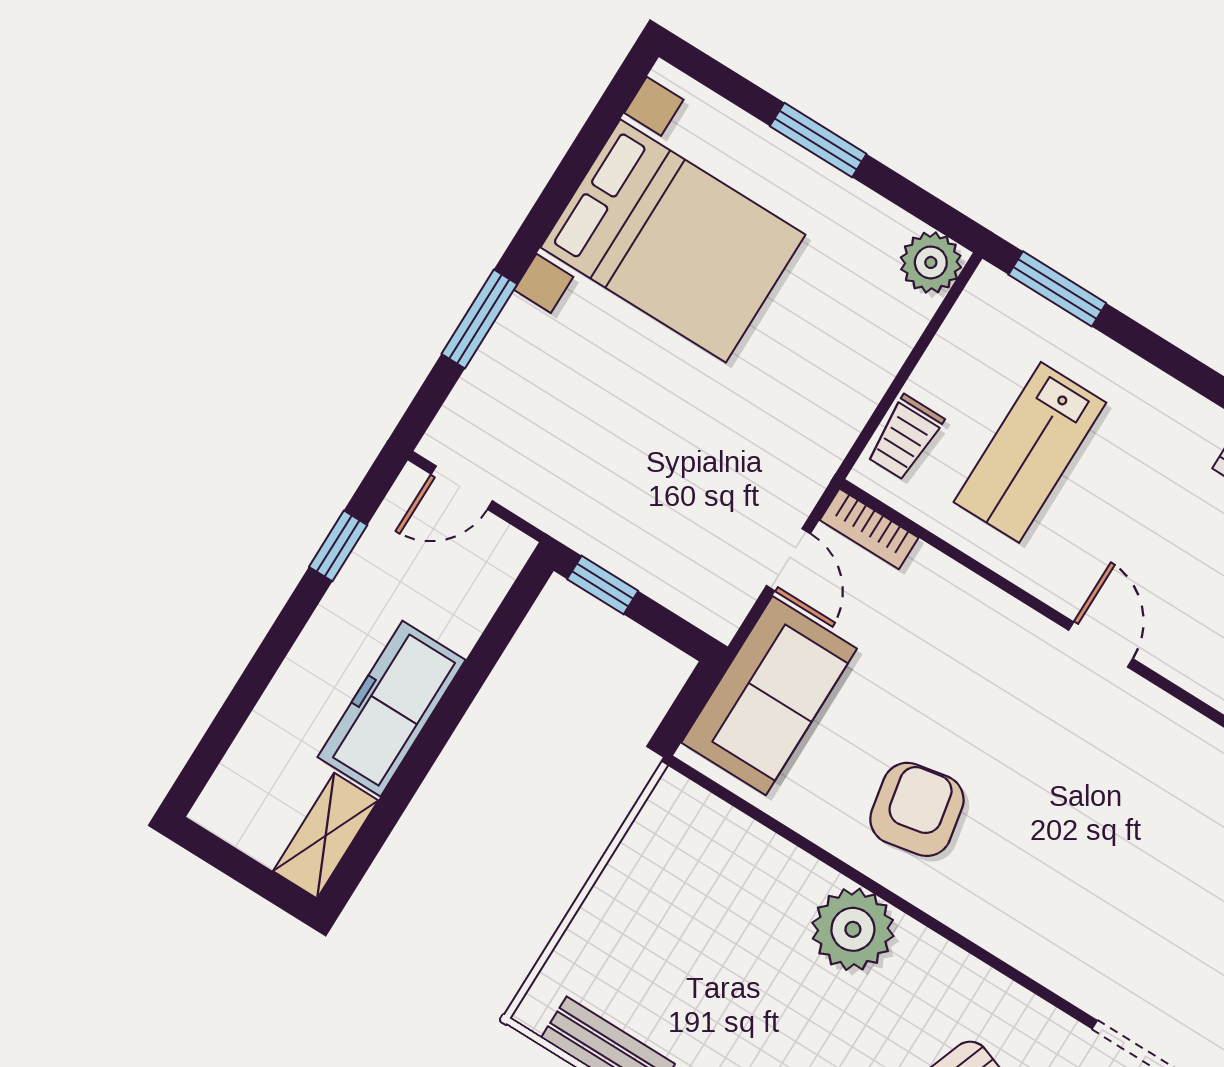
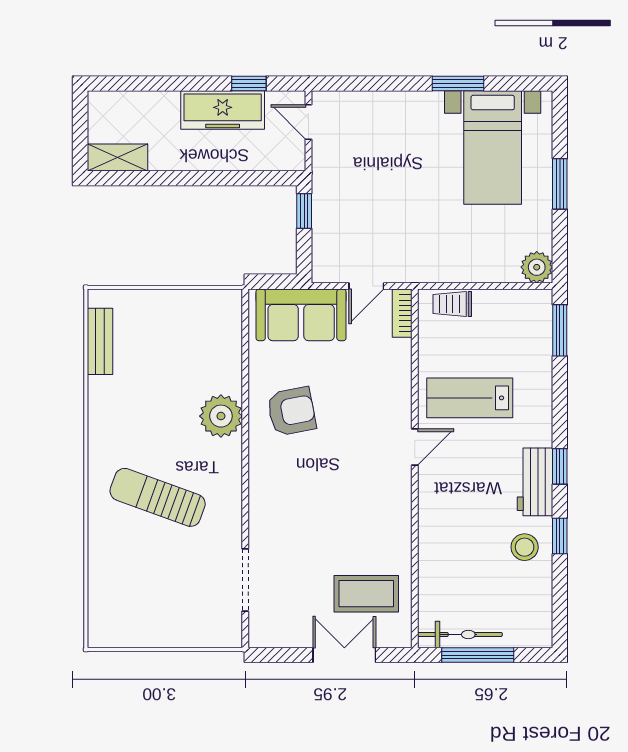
bed with nightstands: (673, 241) -> (493, 147), width x0.73
window: (479, 319) -> (458, 83), moved
lab bench: (1030, 452) -> (470, 398), moved
freezer: (391, 709) -> (223, 110), moved, turned 180

